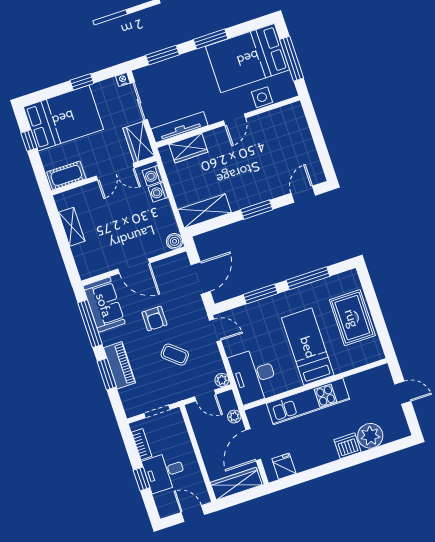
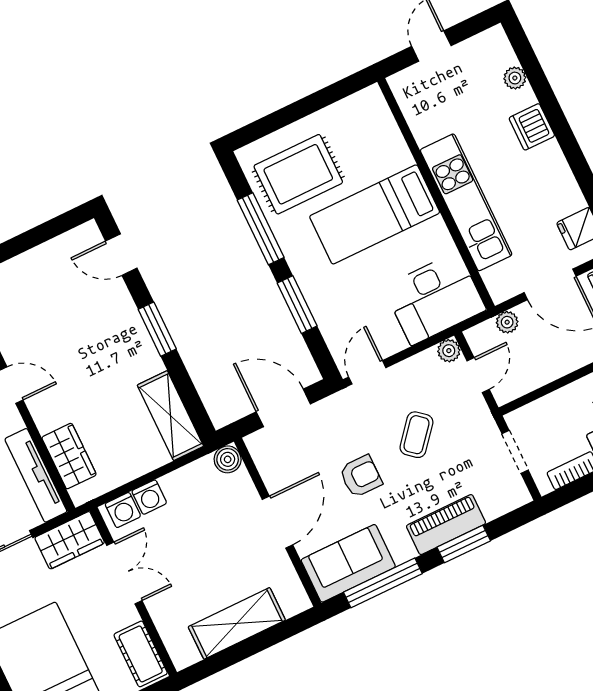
shelving: (72, 227) -> (237, 623), width x1.50, depth x1.33
rug: (352, 318) -> (298, 174), moved
plant: (370, 436) -> (515, 78), width x0.53, depth x0.53

